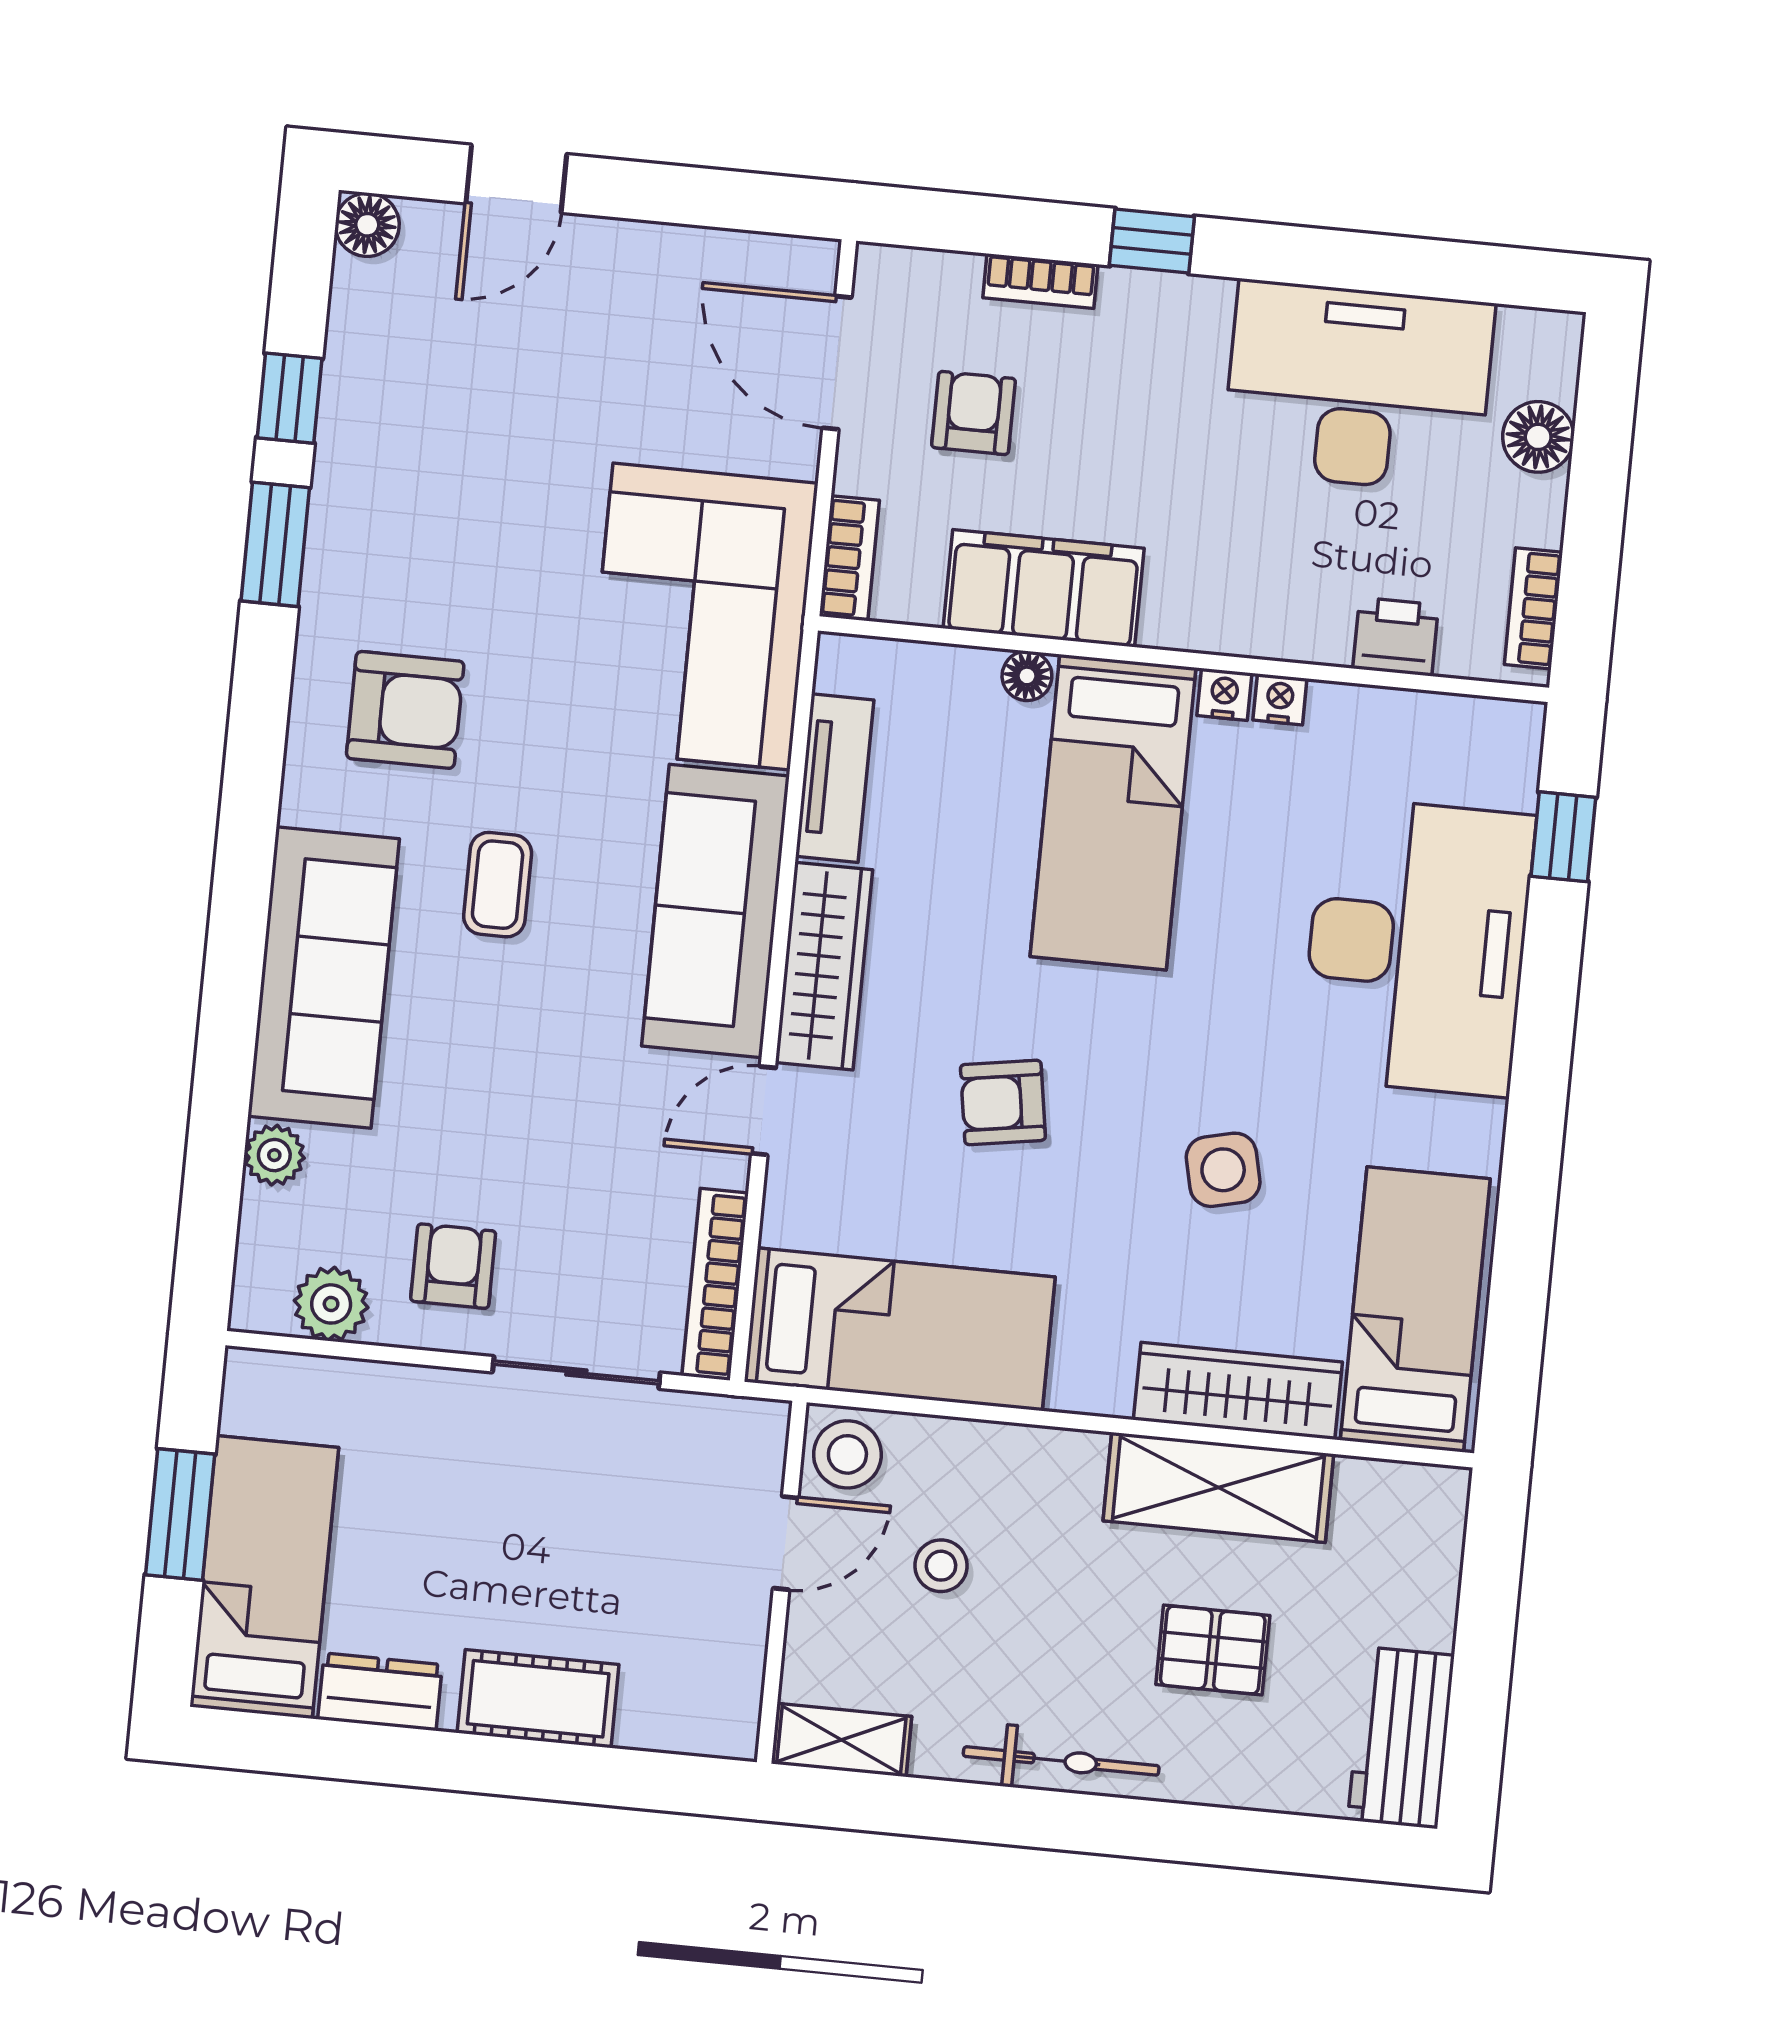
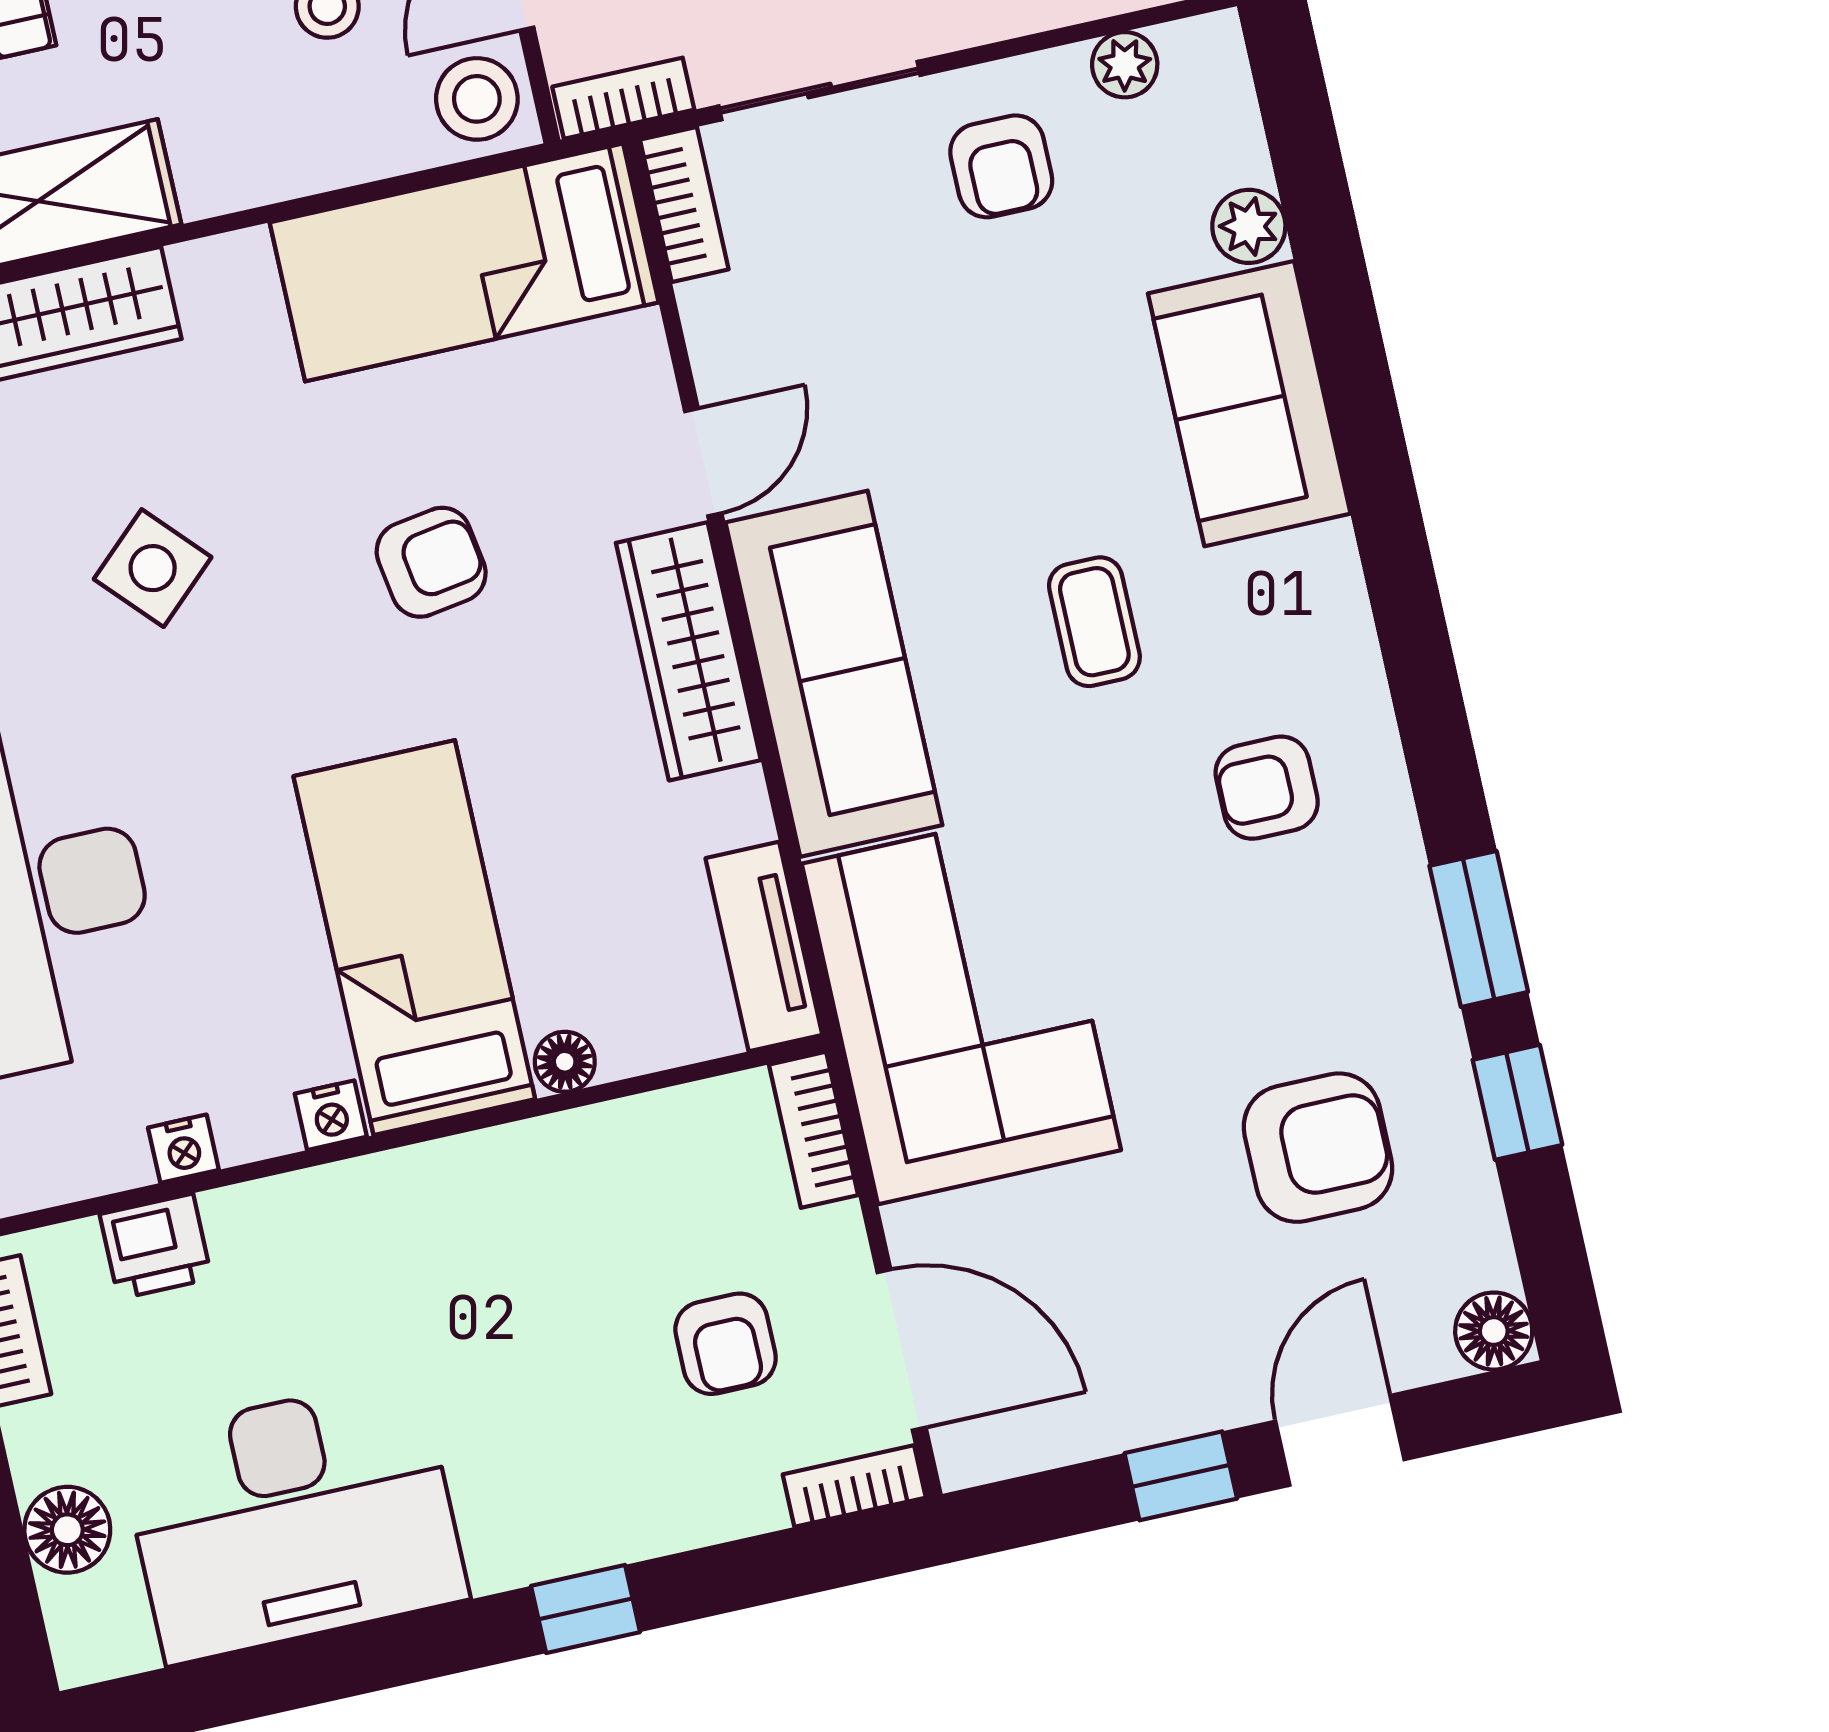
window: (650, 192) -> (1181, 1476), added
bookcase: (1040, 281) -> (854, 1486), moved
armchair: (458, 414) -> (1318, 1148), added
filing cabinet: (1044, 588) -> (579, 1169), removed
nightstand: (1280, 699) -> (183, 1149), moved
armchair: (405, 710) -> (1267, 788), width x0.72, depth x0.72
tv unit: (835, 778) -> (764, 947), moved
sofa: (324, 978) -> (1249, 404), width x0.73
side table: (1223, 1170) -> (153, 568), turned -30
bookcase: (715, 1284) -> (684, 204), width x0.64
plant: (331, 1304) -> (1125, 65), width x0.73, depth x0.73
bookcase: (732, 1417) -> (623, 98), added

